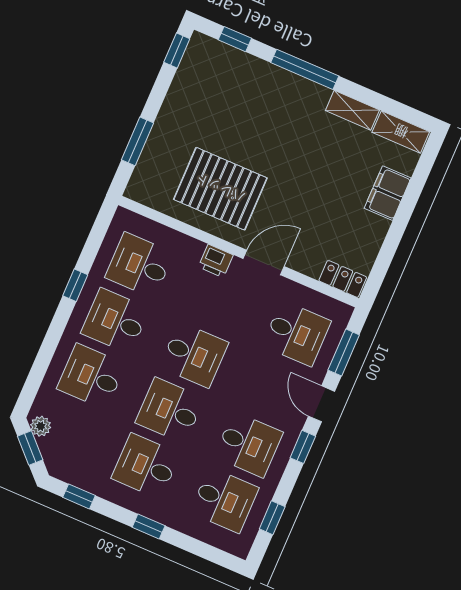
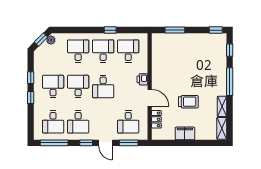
trolley: (310, 180) -> (188, 102), added
pallet: (220, 189) -> (171, 69), removed
filing cabinet: (388, 193) -> (185, 133), moved
locker: (343, 279) -> (156, 119), moved
door: (322, 404) -> (106, 143), swing flipped
window: (79, 496) -> (31, 78), moved
window: (272, 518) -> (54, 143), width x2.17

